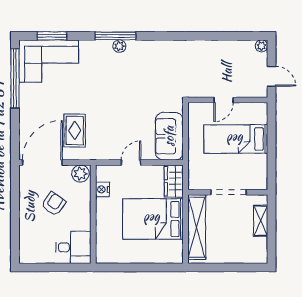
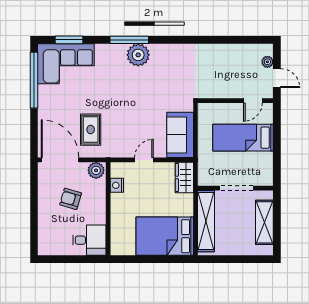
plant: (119, 46) -> (138, 55), width x1.87, depth x1.87
plant: (261, 46) -> (267, 62), moved
door: (223, 100) -> (253, 101), moved
door: (42, 163) -> (60, 160), hinge flipped
armchair: (54, 204) -> (71, 199), turned -110
bed: (153, 219) -> (165, 236), moved
shelving: (261, 221) -> (264, 222), width x1.50, depth x1.33

